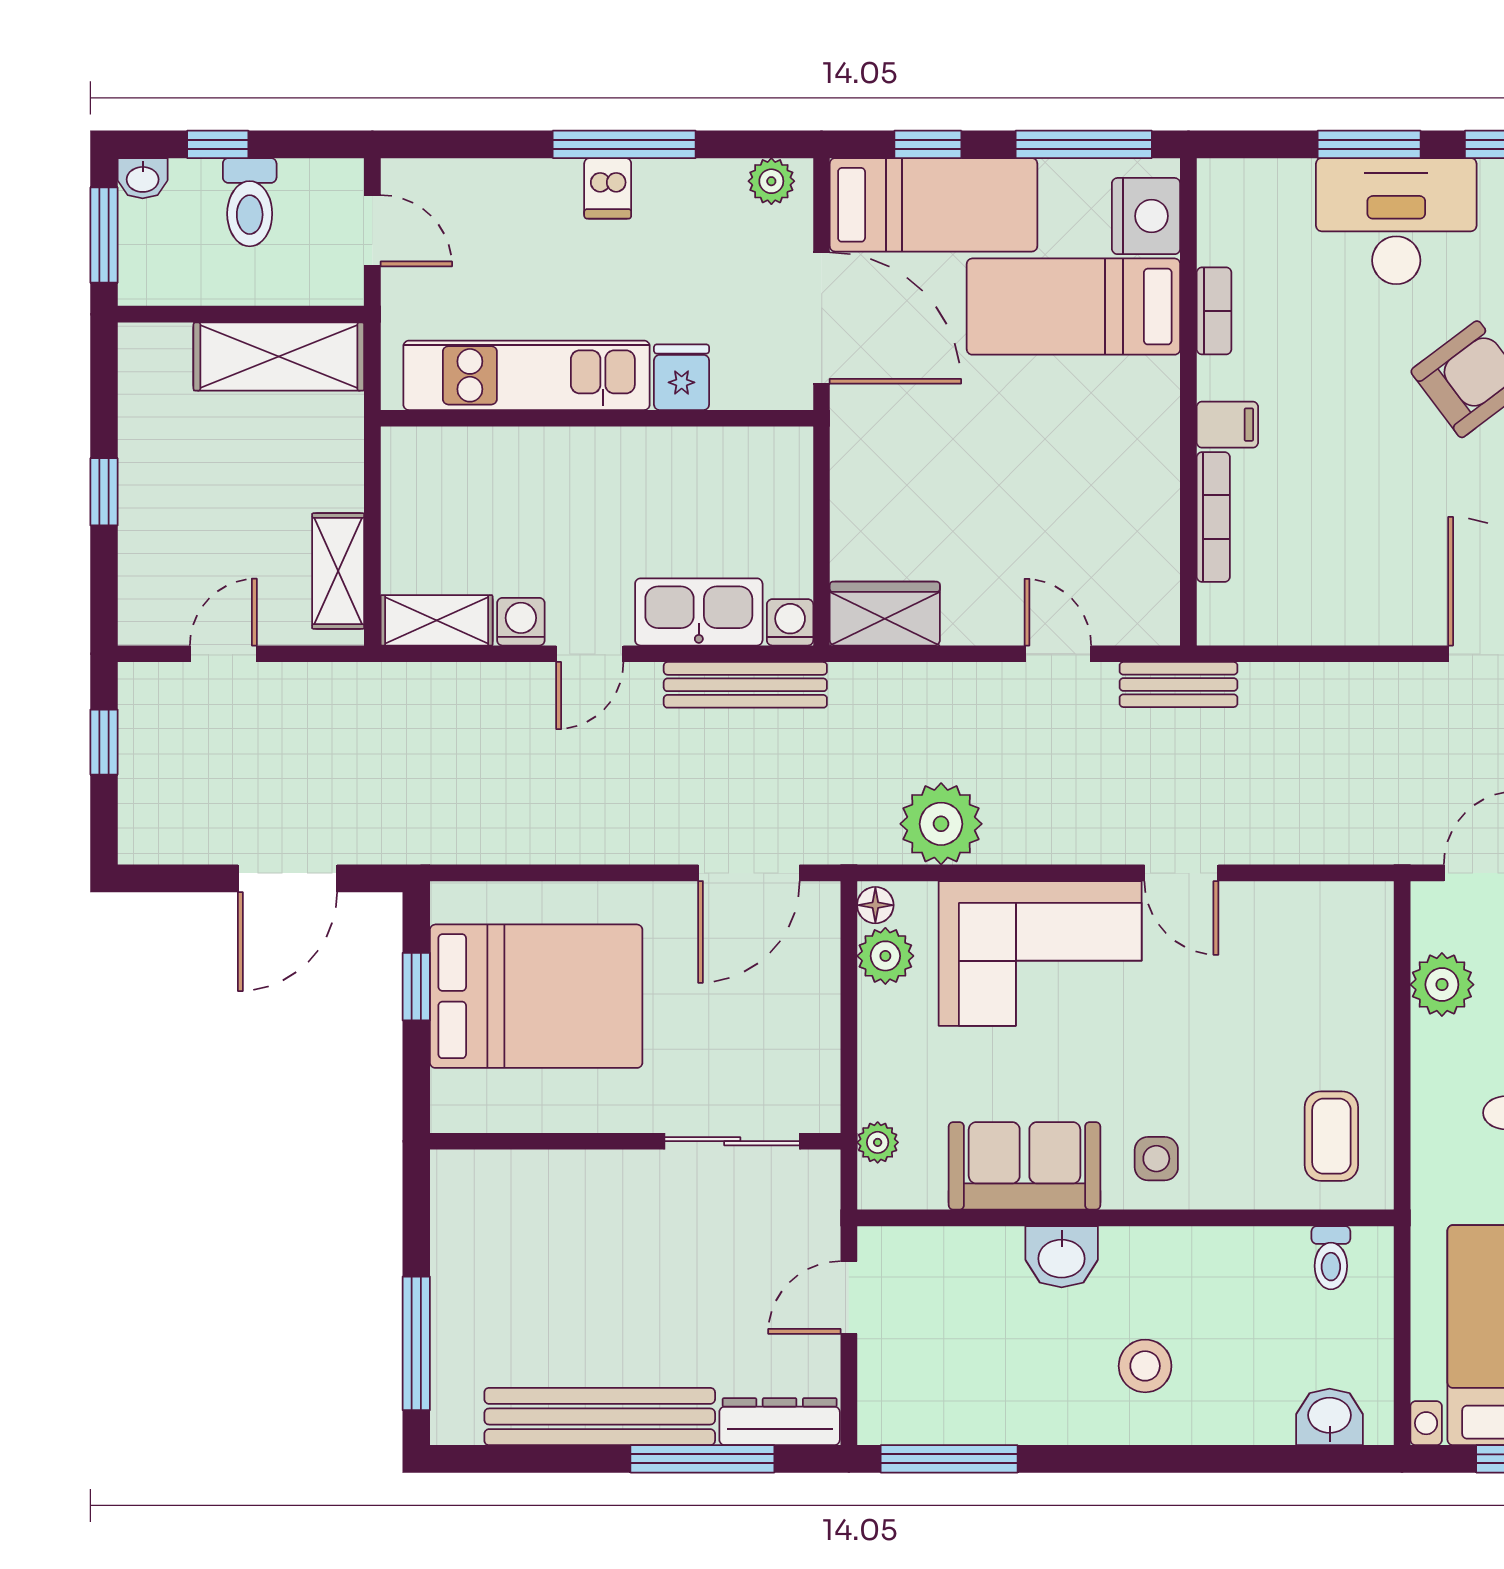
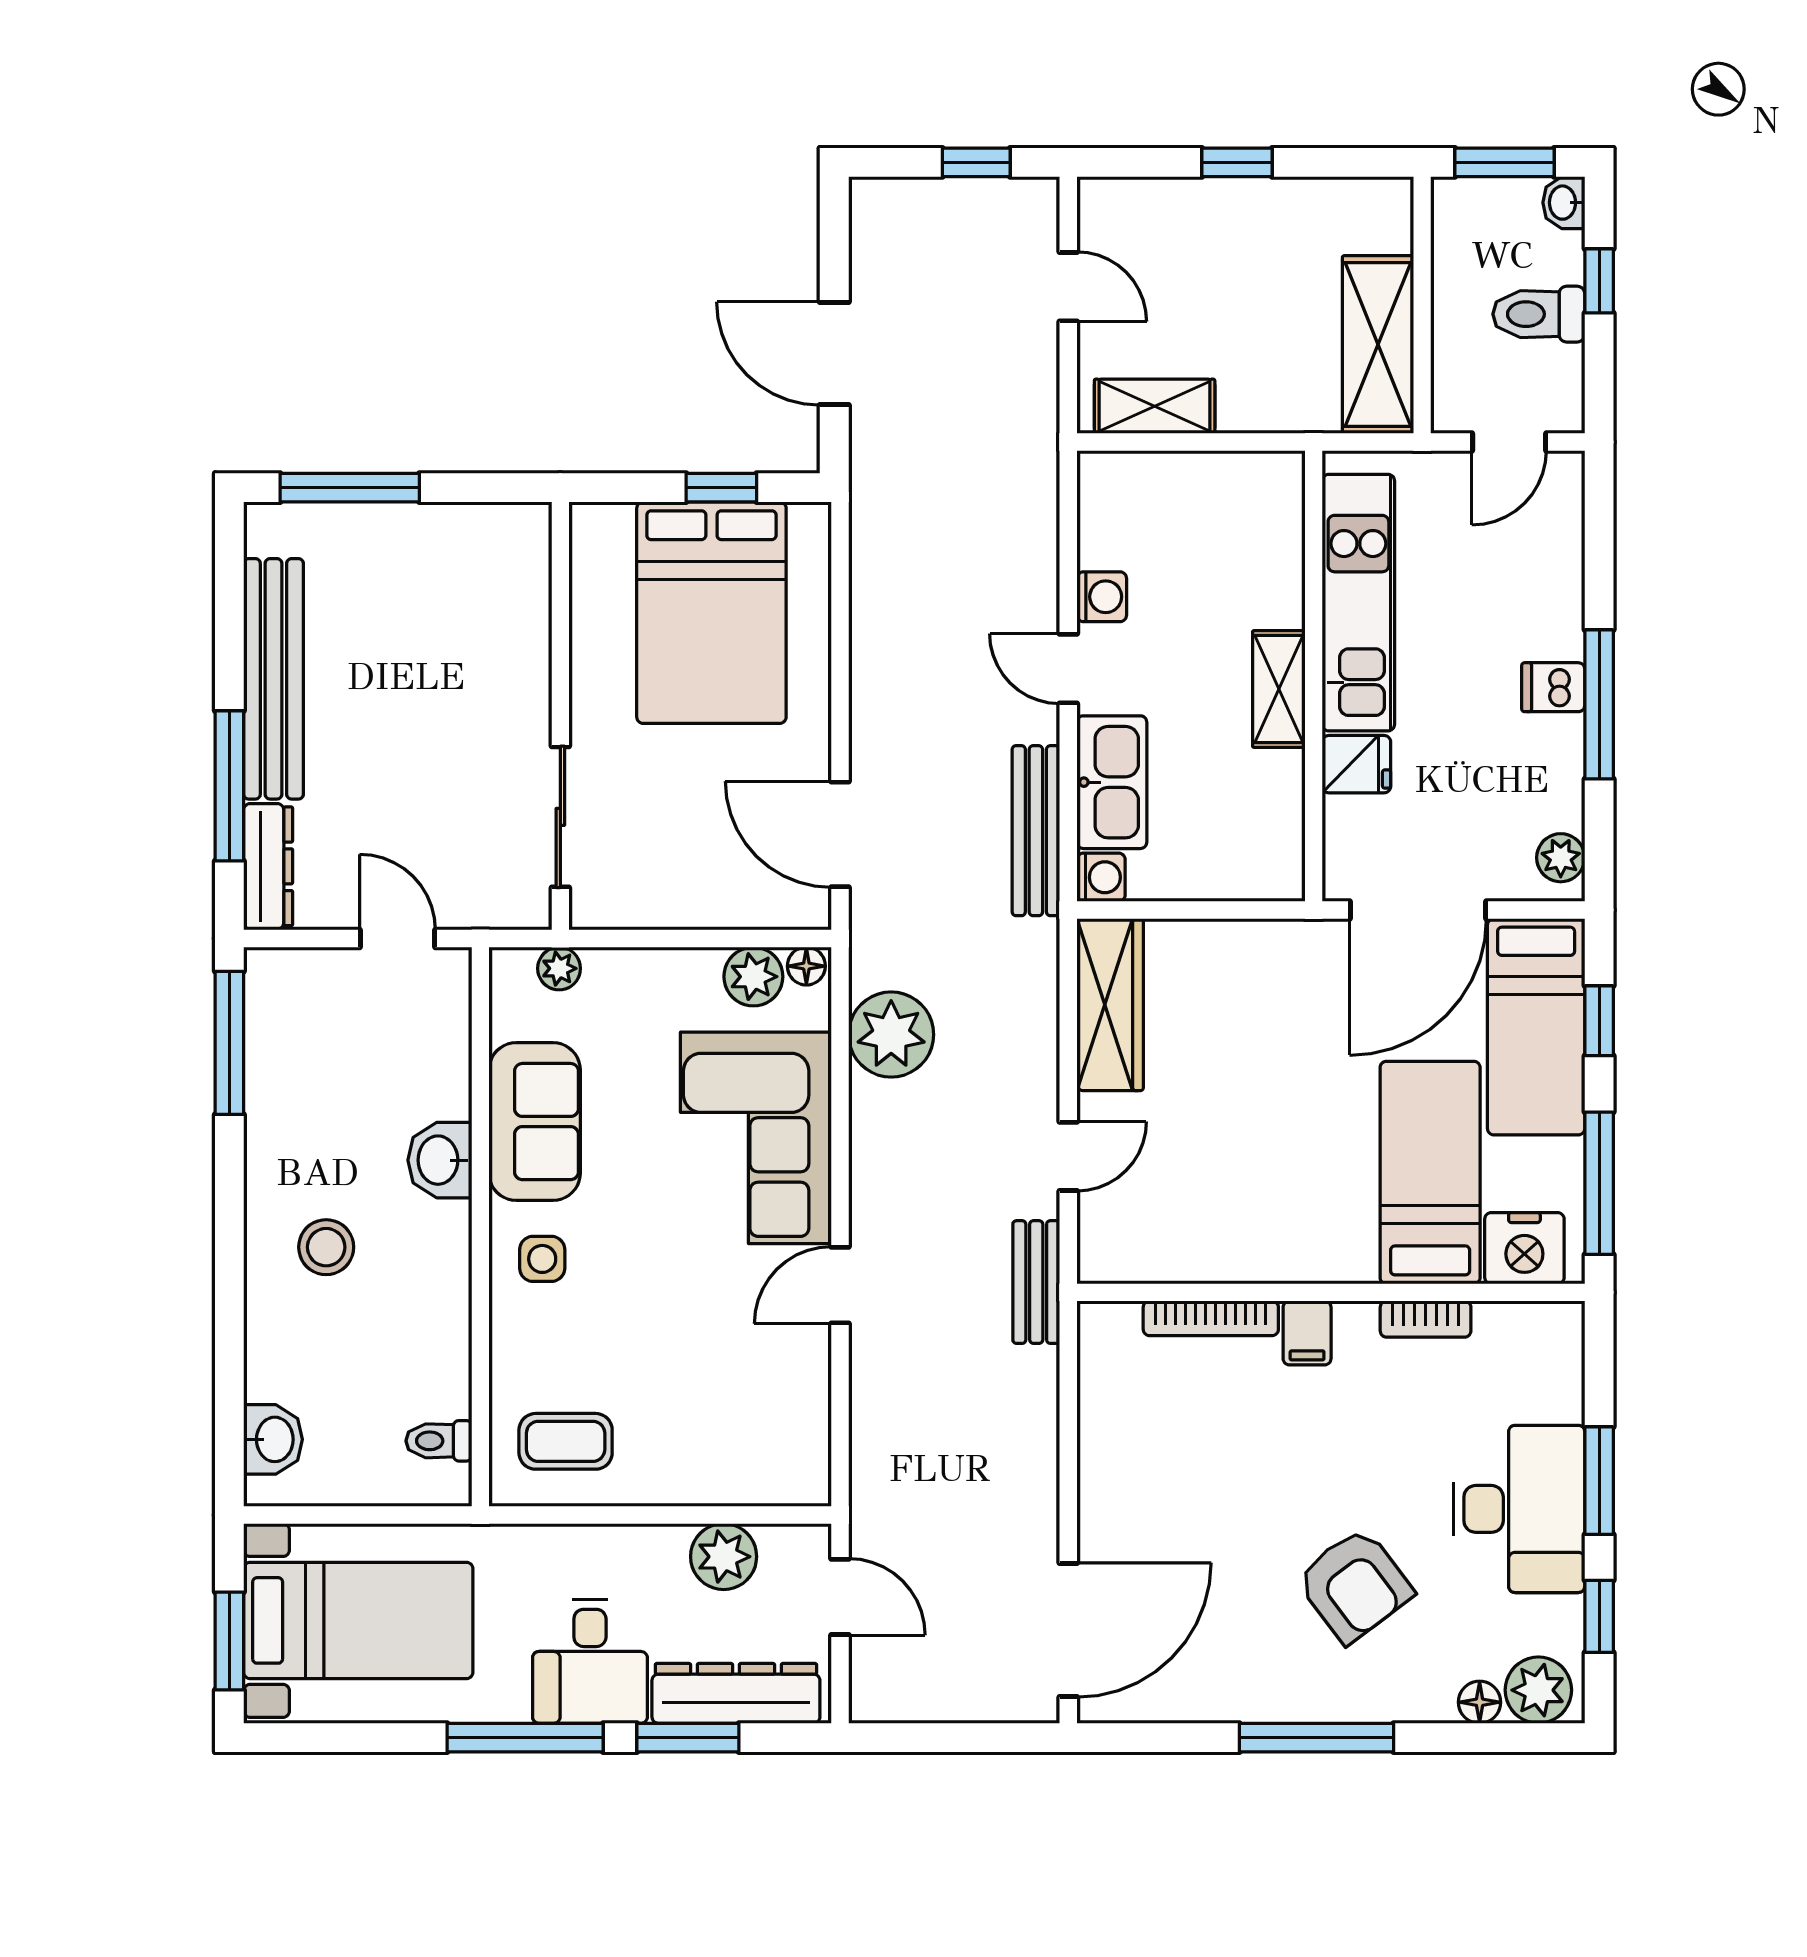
wardrobe: (885, 614) -> (1110, 1005), width x1.50
shelving: (437, 620) -> (1279, 689), moved

